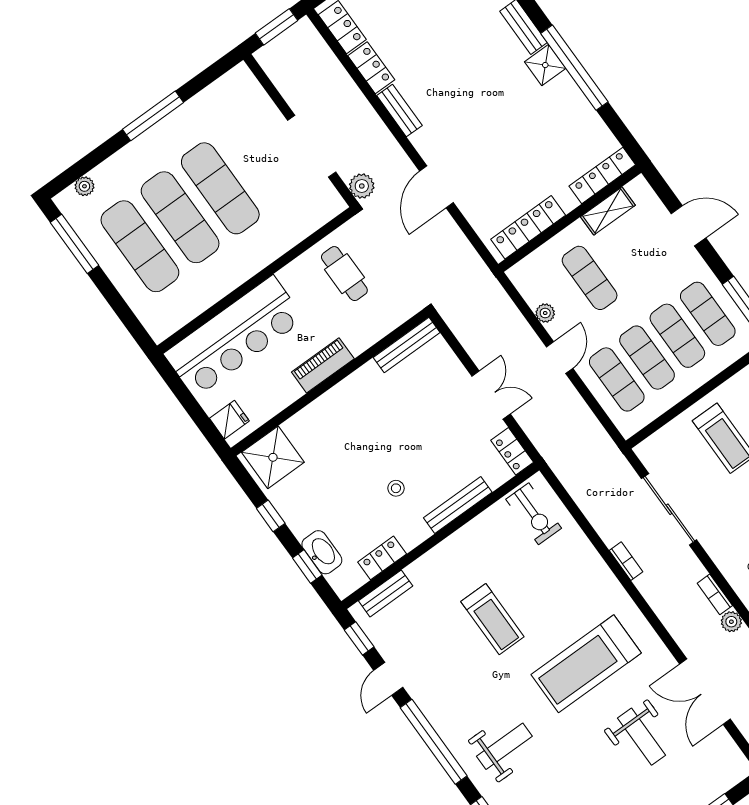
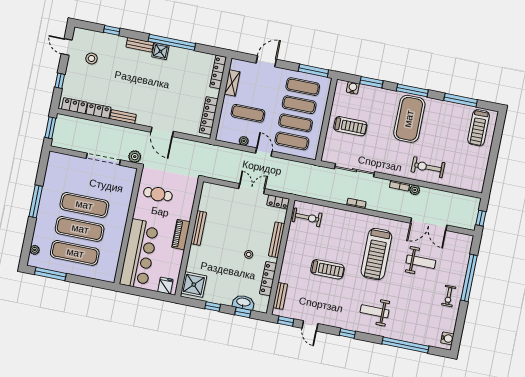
bench: (407, 345) -> (199, 228), moved
locker: (382, 558) -> (268, 279), width x1.53
window: (434, 742) -> (347, 333), width x0.32
weight bench: (504, 746) -> (375, 311), turned -90

